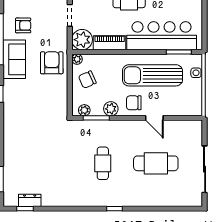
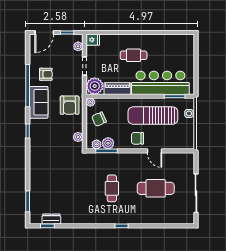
armchair: (52, 63) -> (70, 105), turned 180
plant: (62, 101) -> (78, 137), added
plant: (111, 109) -> (108, 143), moved

